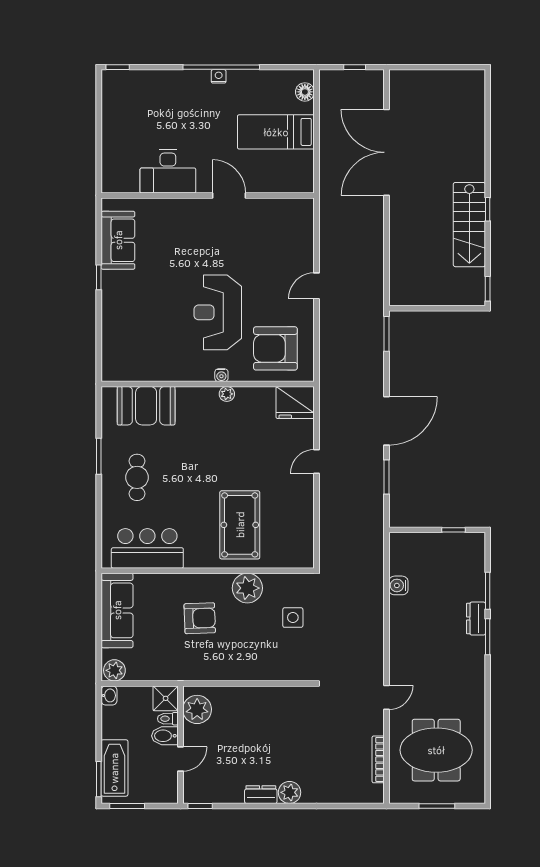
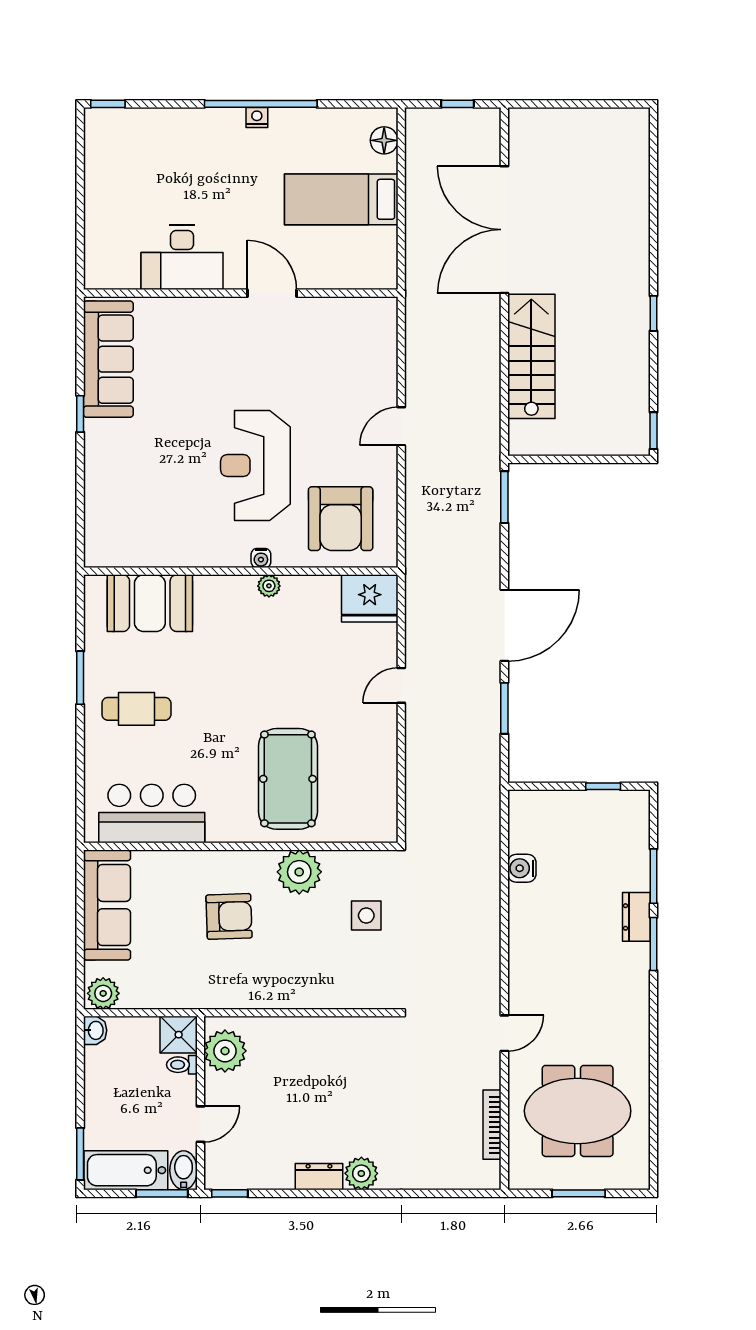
stairs: (469, 225) -> (531, 356), moved, turned 180
sofa: (118, 240) -> (108, 359), width x1.36
armchair: (275, 348) -> (341, 519), turned -90
cafe table: (137, 477) -> (136, 709), turned 90
bidet: (165, 736) -> (184, 1170), moved, turned 90
bathtub: (114, 768) -> (126, 1170), moved, turned -90
window: (127, 806) -> (162, 1193), moved

